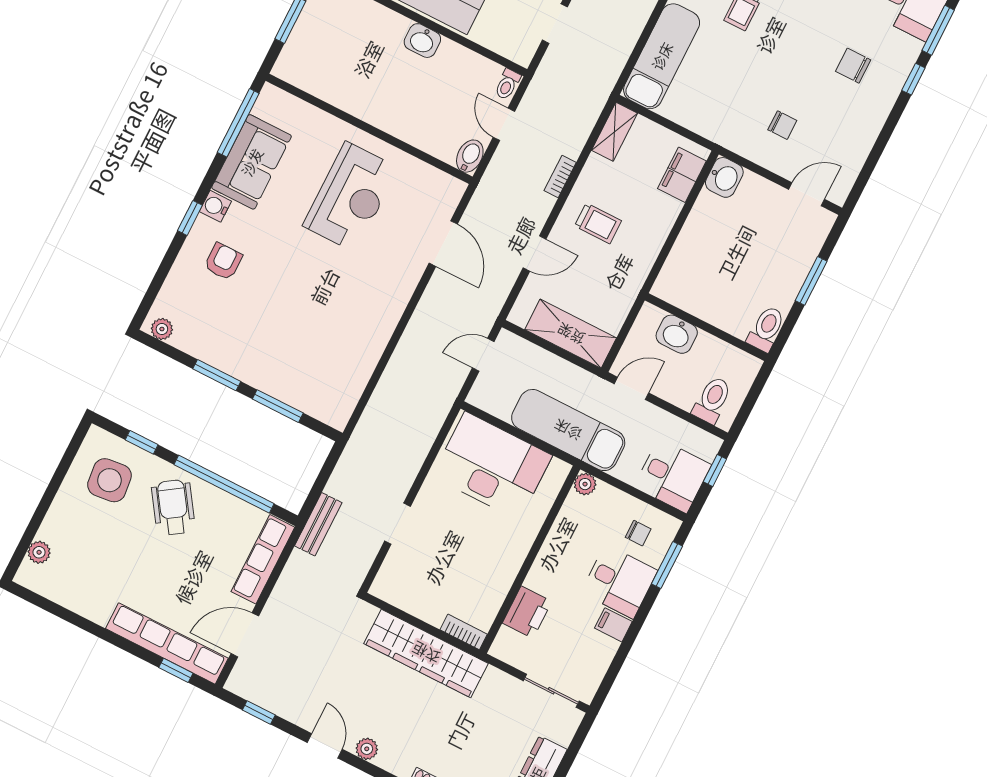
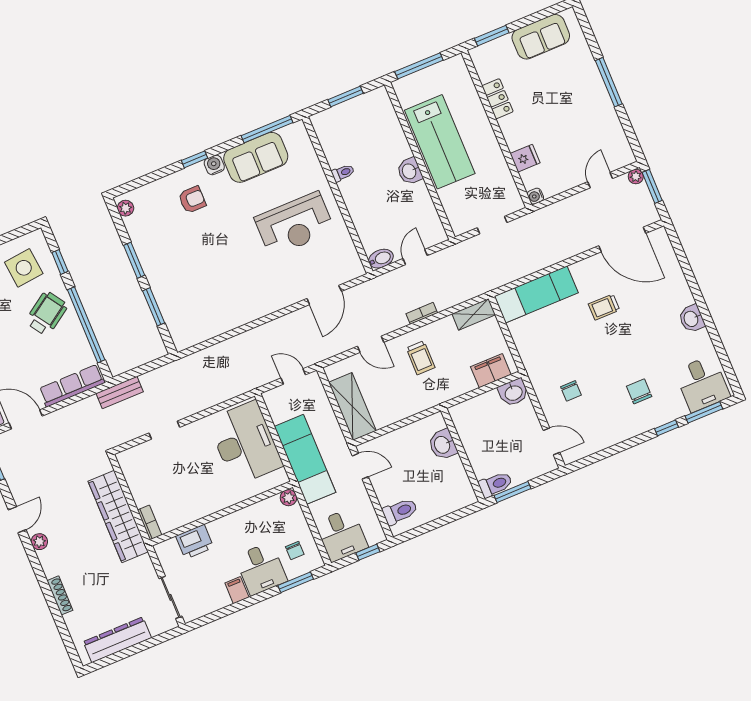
toilet: (507, 84) -> (343, 173), moved, turned 180
wall: (706, 327) -> (463, 455), moved
toilet: (766, 329) -> (495, 484), moved
washbasin: (677, 334) -> (443, 445), moved

